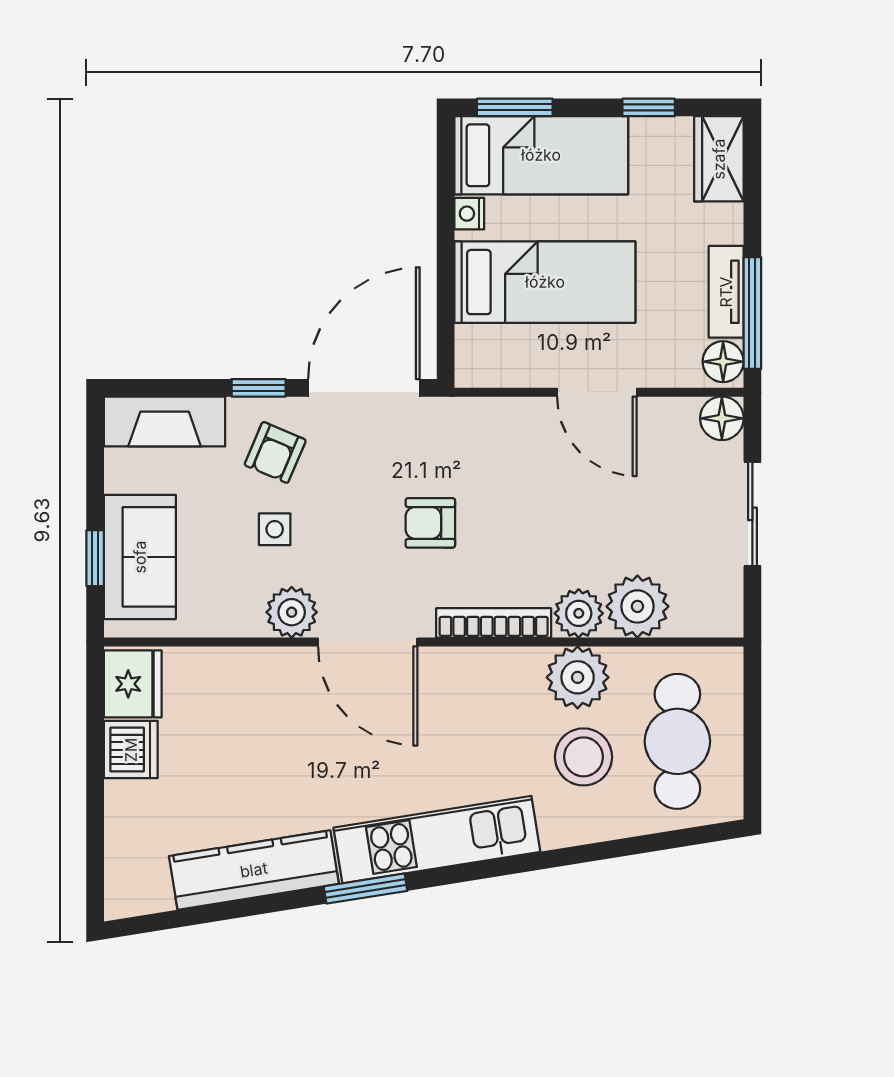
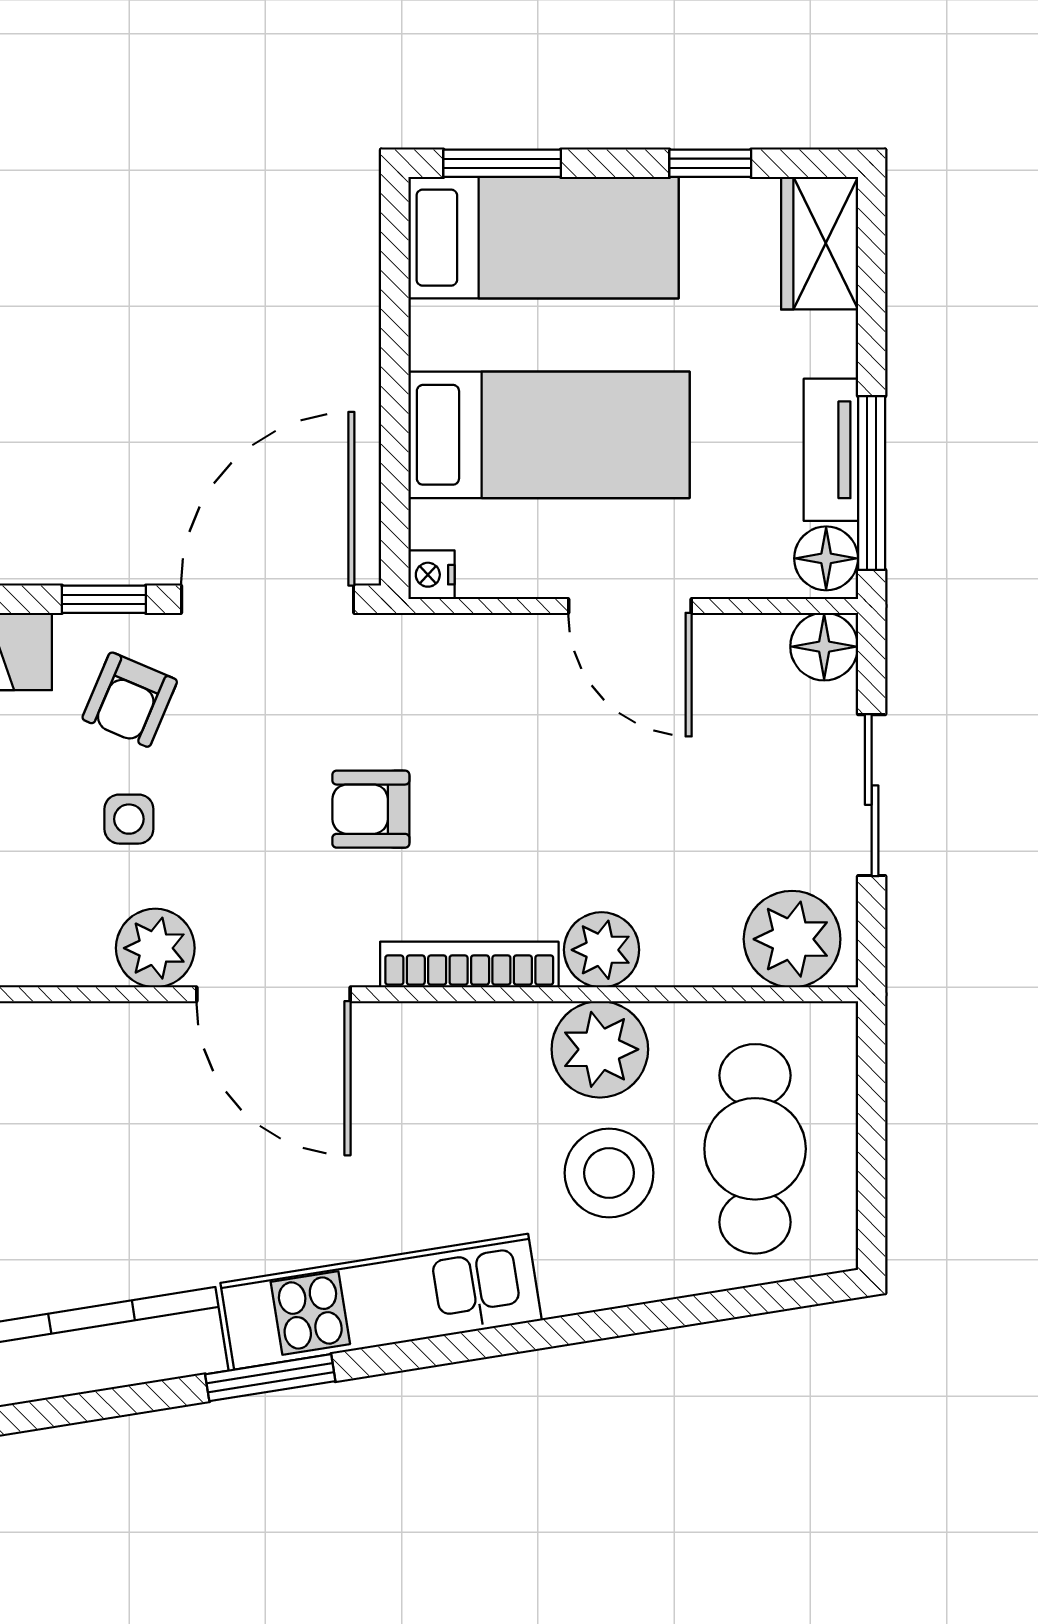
nightstand: (469, 214) -> (432, 575), moved
plant: (637, 606) -> (792, 939), moved

